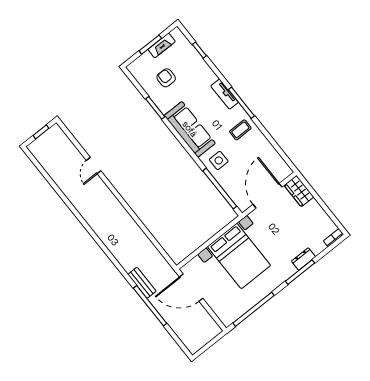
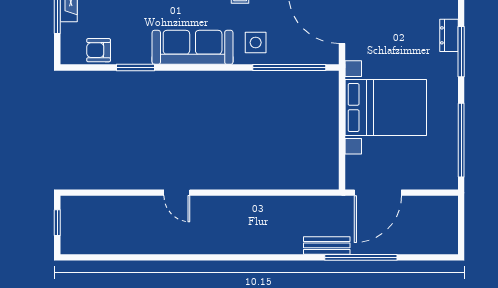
armchair: (166, 78) -> (99, 50), moved
door: (94, 166) -> (177, 193), moved

